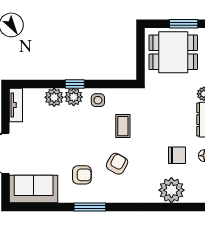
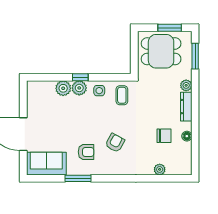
tv unit: (16, 105) -> (32, 95), removed
coffee table: (123, 126) -> (122, 95), moved
plant: (171, 190) -> (160, 169), width x0.53, depth x0.53
window: (90, 207) -> (78, 178), moved

